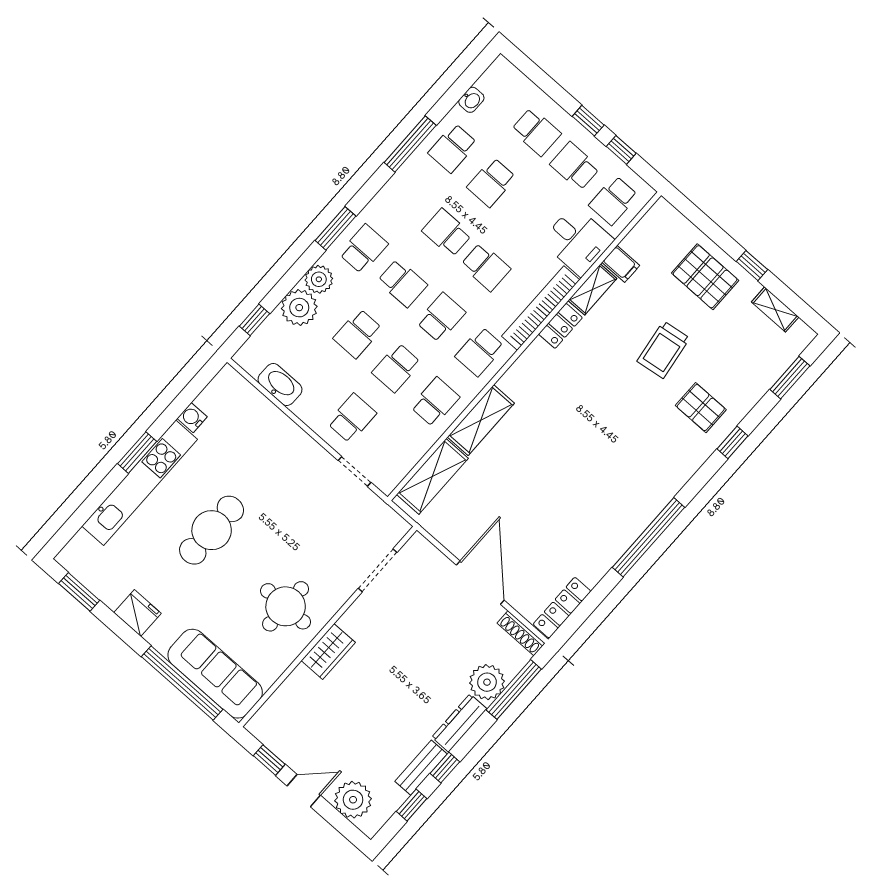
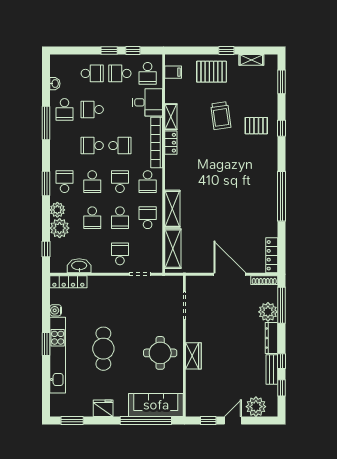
school desk: (492, 182) -> (92, 109), turned 90
filing cabinet: (621, 264) -> (173, 72), moved
school desk: (402, 283) -> (92, 182), turned 90
locker: (245, 393) -> (68, 282), added

